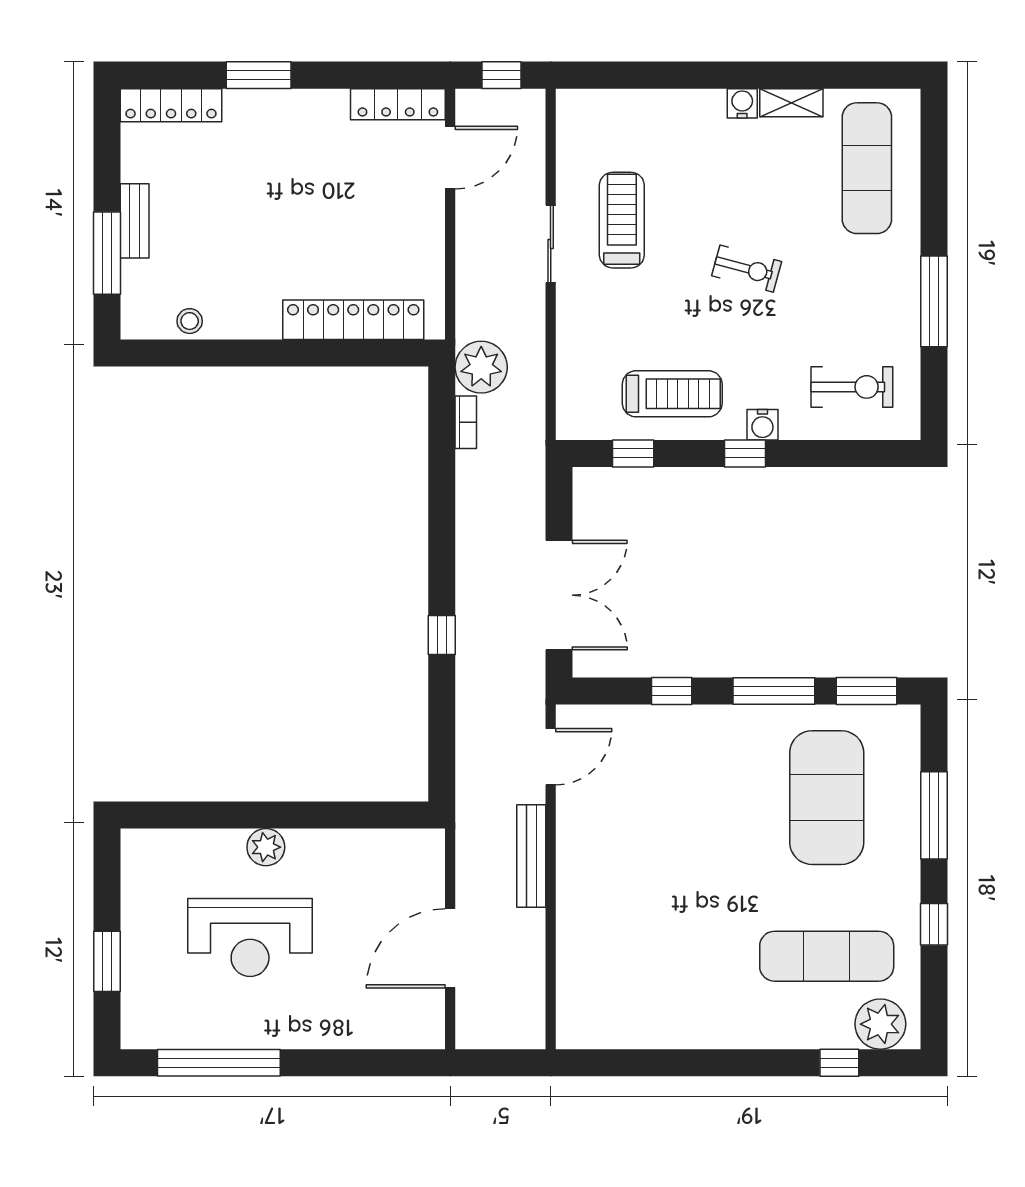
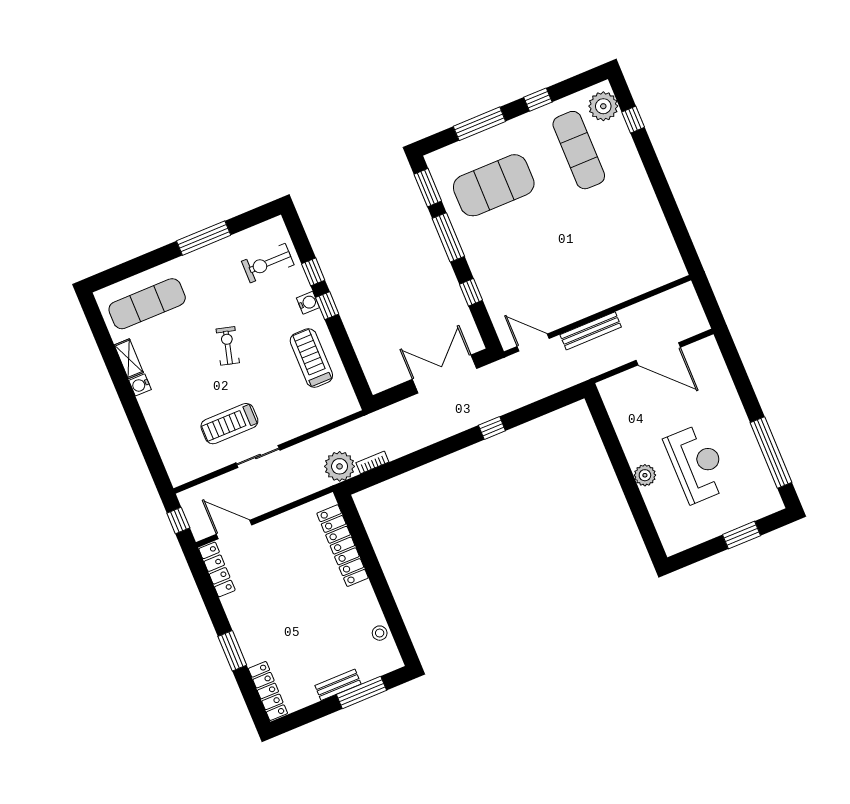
exercise bike: (852, 387) -> (268, 263), turned -90
window: (633, 453) -> (313, 272), moved

